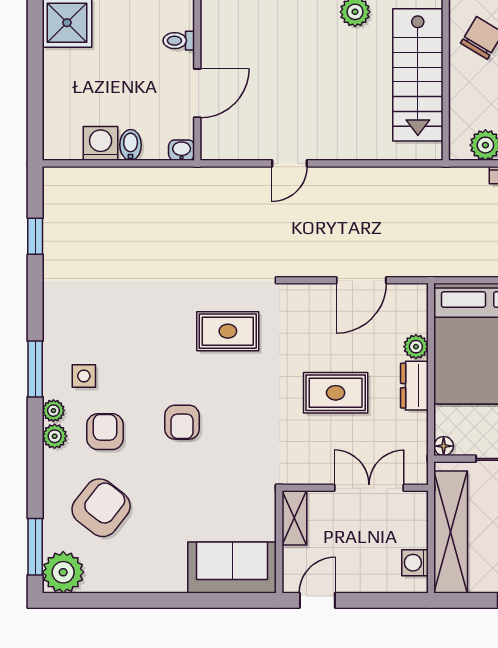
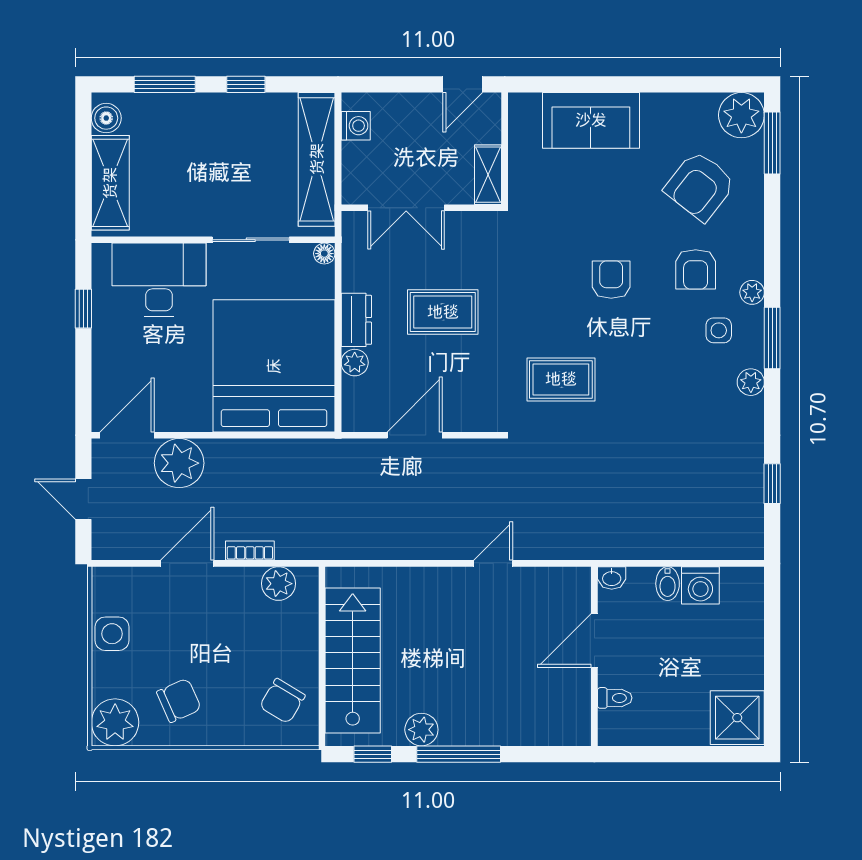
plant: (55, 436) -> (751, 382), moved
sofa: (232, 567) -> (591, 120), moved

